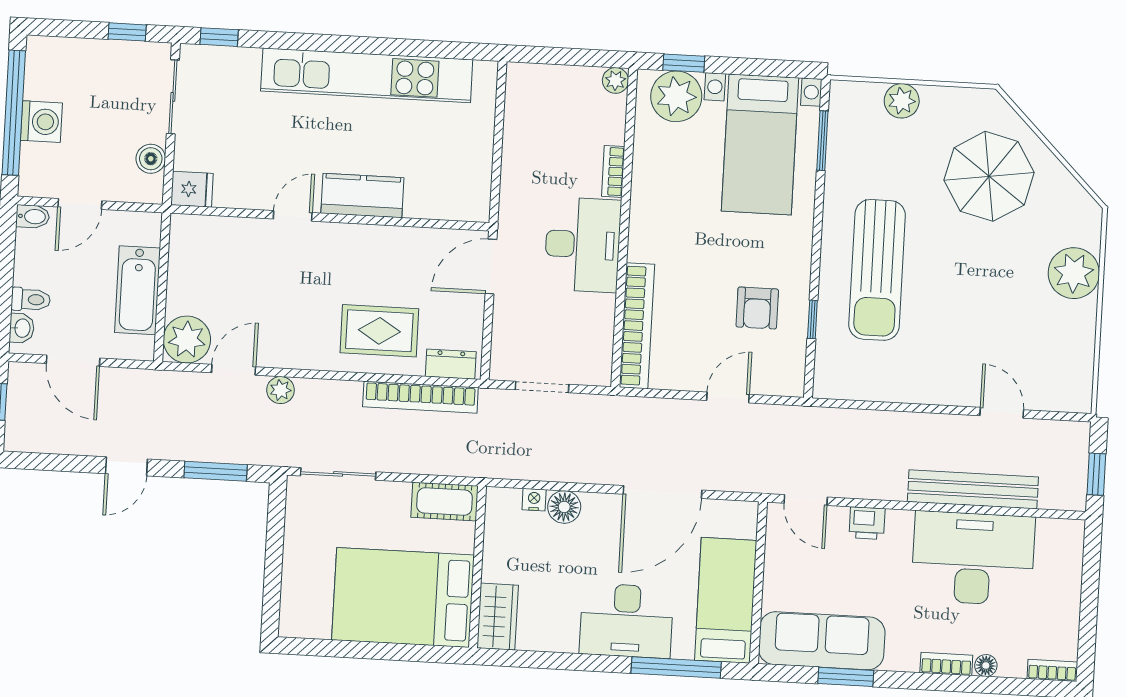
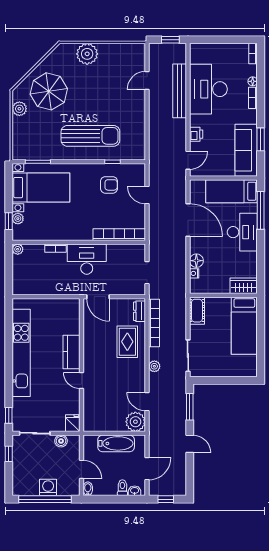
plant: (676, 96) -> (18, 219), width x0.53, depth x0.53
plant: (902, 101) -> (19, 109), moved
plant: (280, 390) -> (154, 366), moved
bed: (403, 597) -> (244, 326), width x0.67

